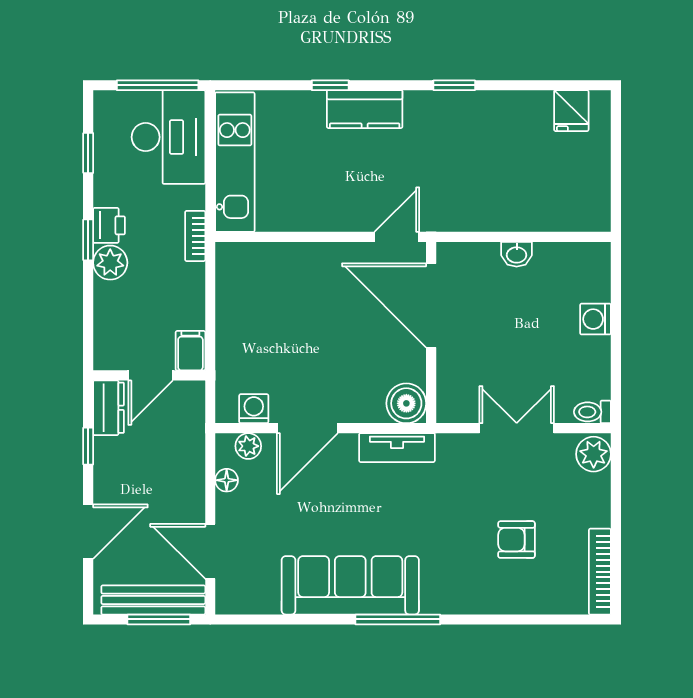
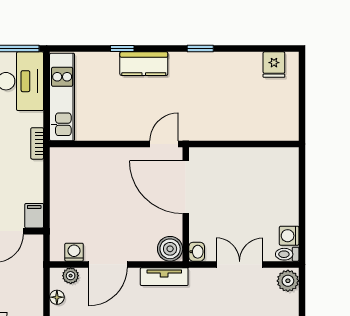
washbasin: (517, 254) -> (197, 252), moved, turned -90
washing machine: (596, 319) -> (289, 236), moved

